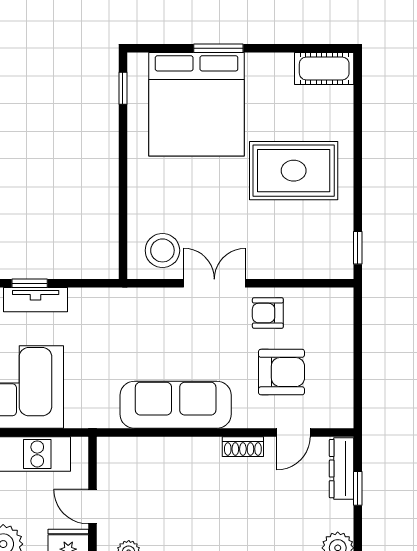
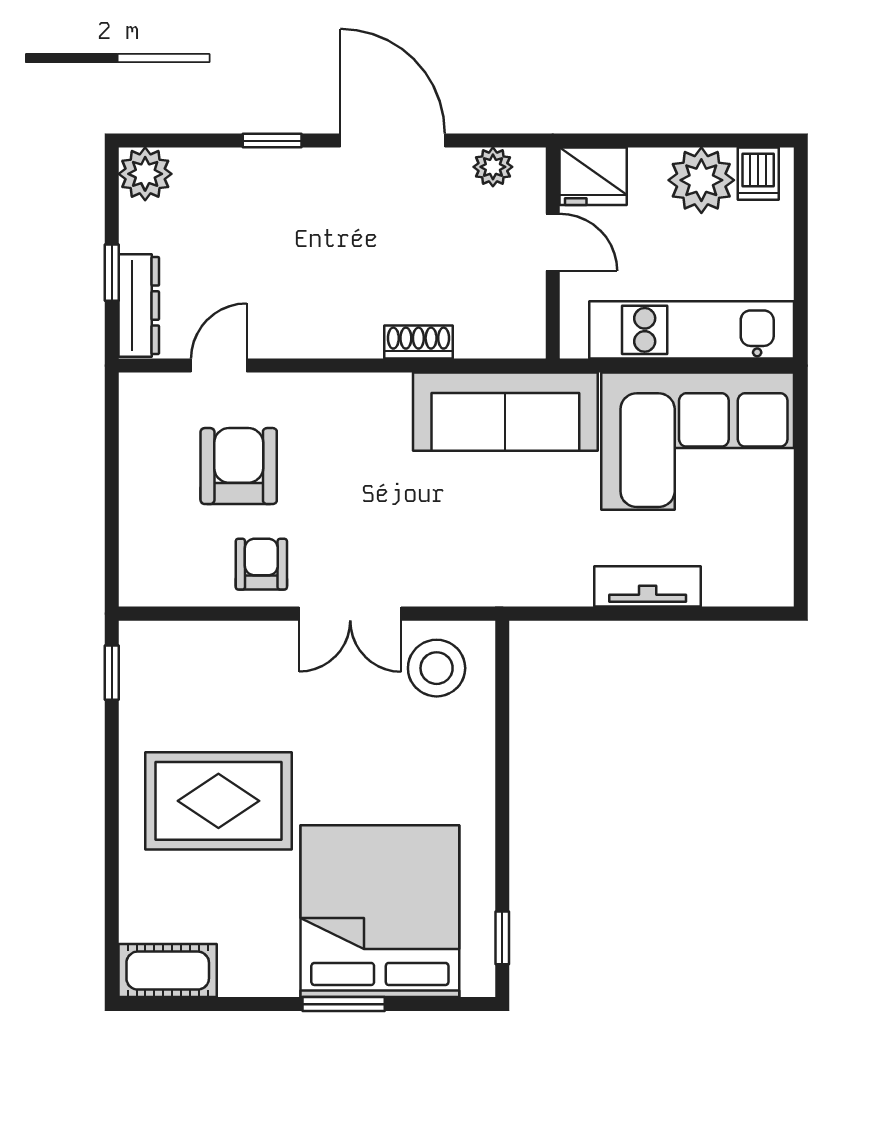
window: (30, 283) -> (657, 614), removed
armchair: (268, 313) -> (261, 564), turned -90
armchair: (281, 372) -> (239, 466), turned 90
sofa: (176, 405) -> (505, 412), moved
shoe rack: (243, 447) -> (418, 342), moved

